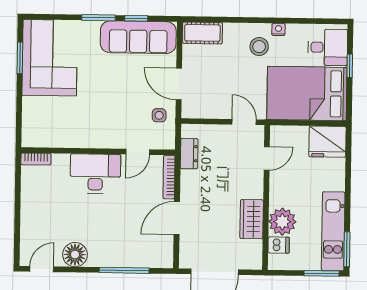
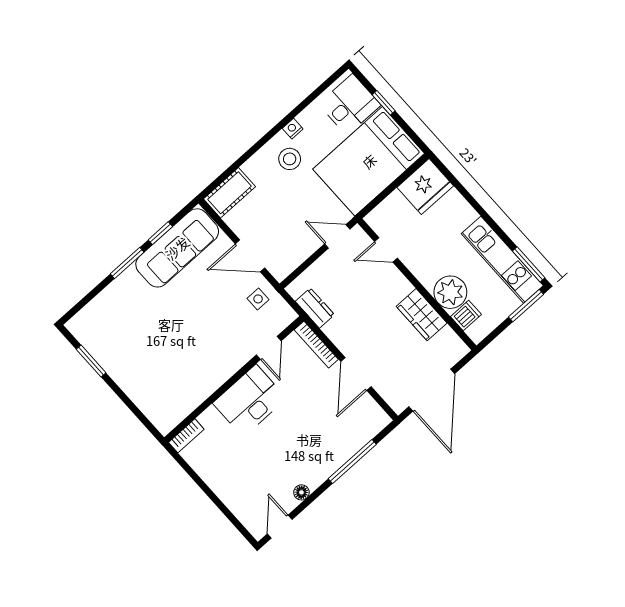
corner sofa: (50, 58) -> (117, 337), removed
door: (267, 158) -> (386, 250), swing flipped
floor lamp: (75, 255) -> (301, 492), width x0.53, depth x0.53

